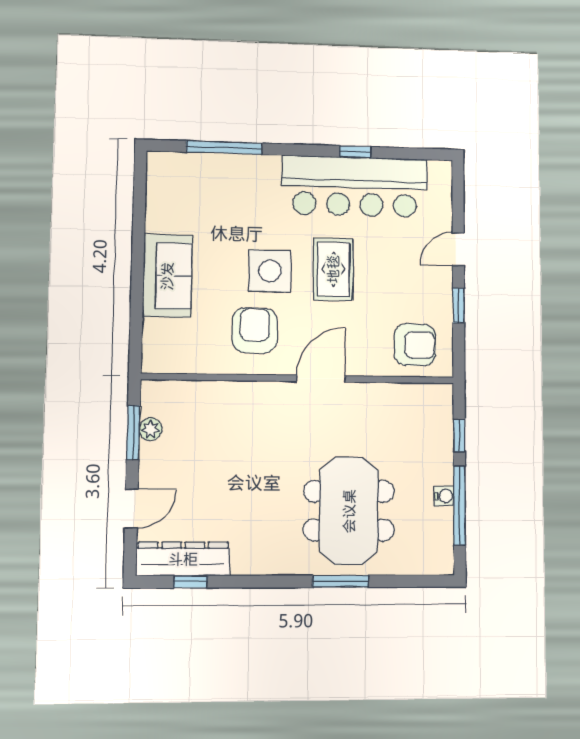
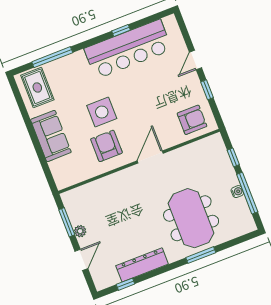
rug: (333, 269) -> (37, 87), moved
plant: (151, 429) -> (80, 231), moved
dresser: (183, 559) -> (142, 265), moved

